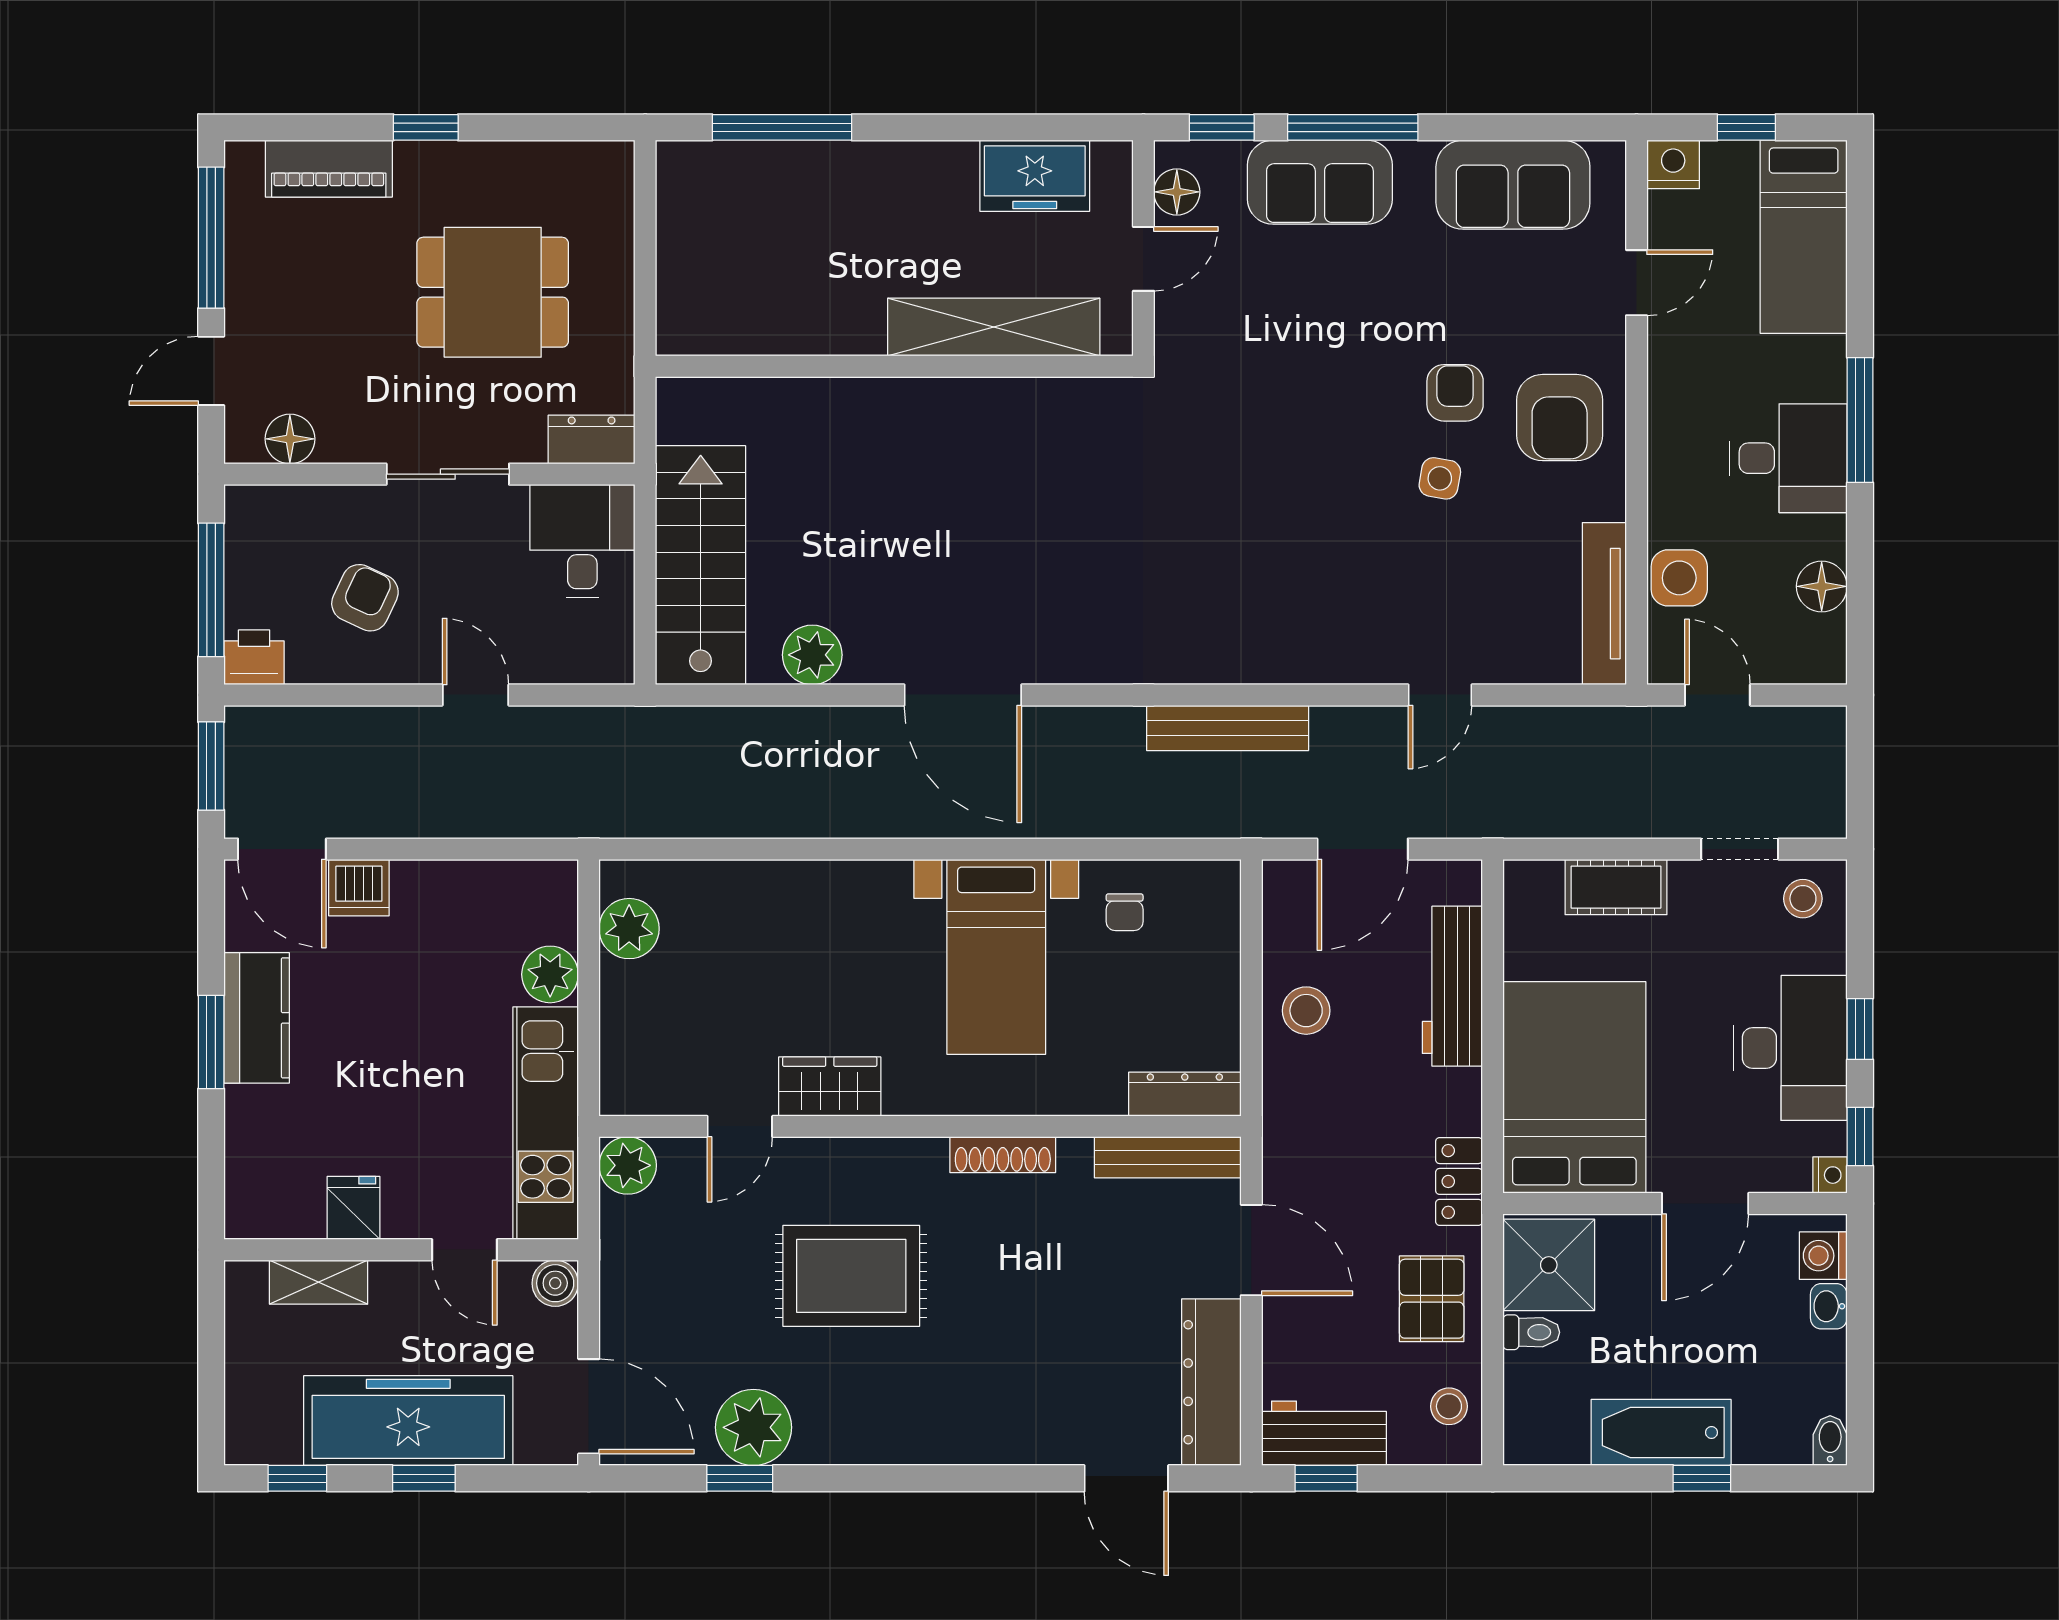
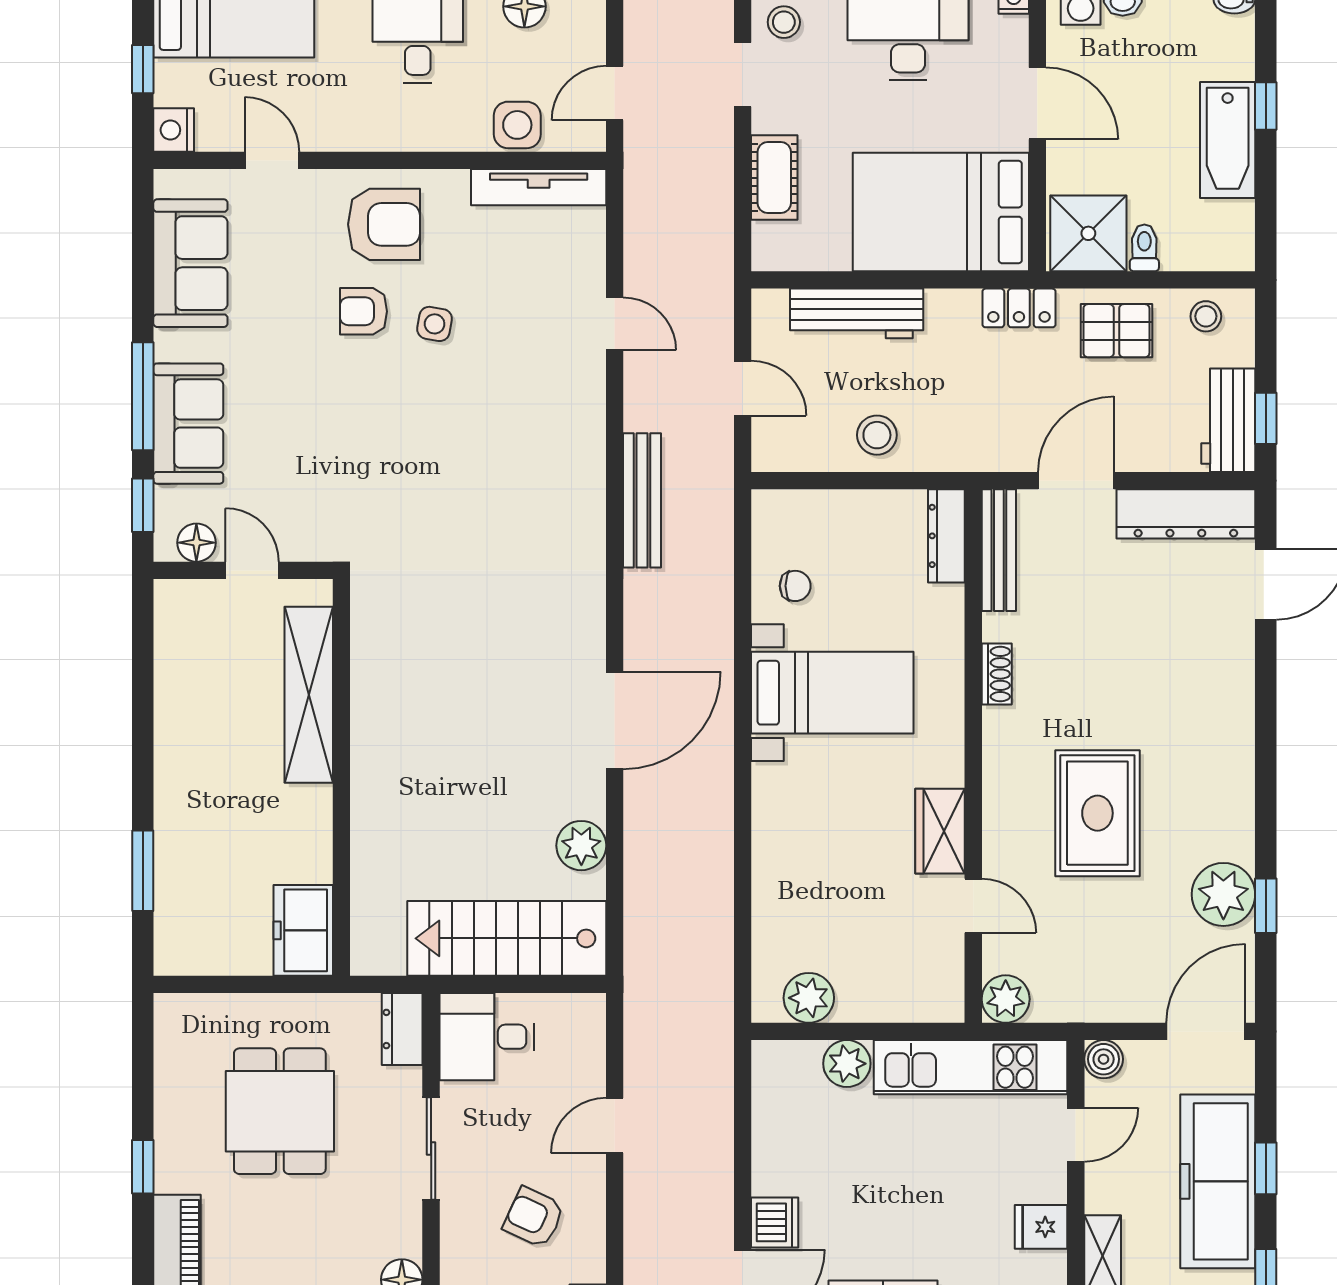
window: (782, 127) -> (143, 871), width x0.69
freezer: (1035, 176) -> (303, 930), moved, turned 180
door: (1363, 849) -> (743, 388), width x0.73
shoe rack: (1003, 1155) -> (997, 674), width x0.70

